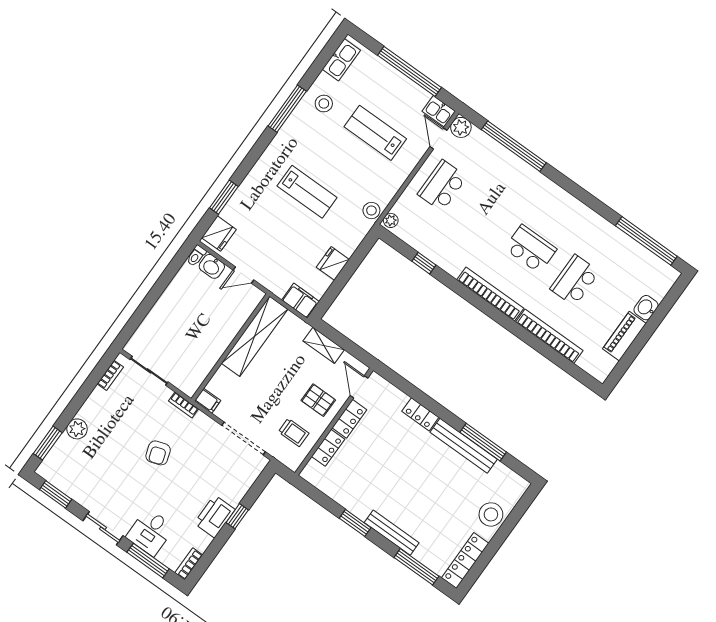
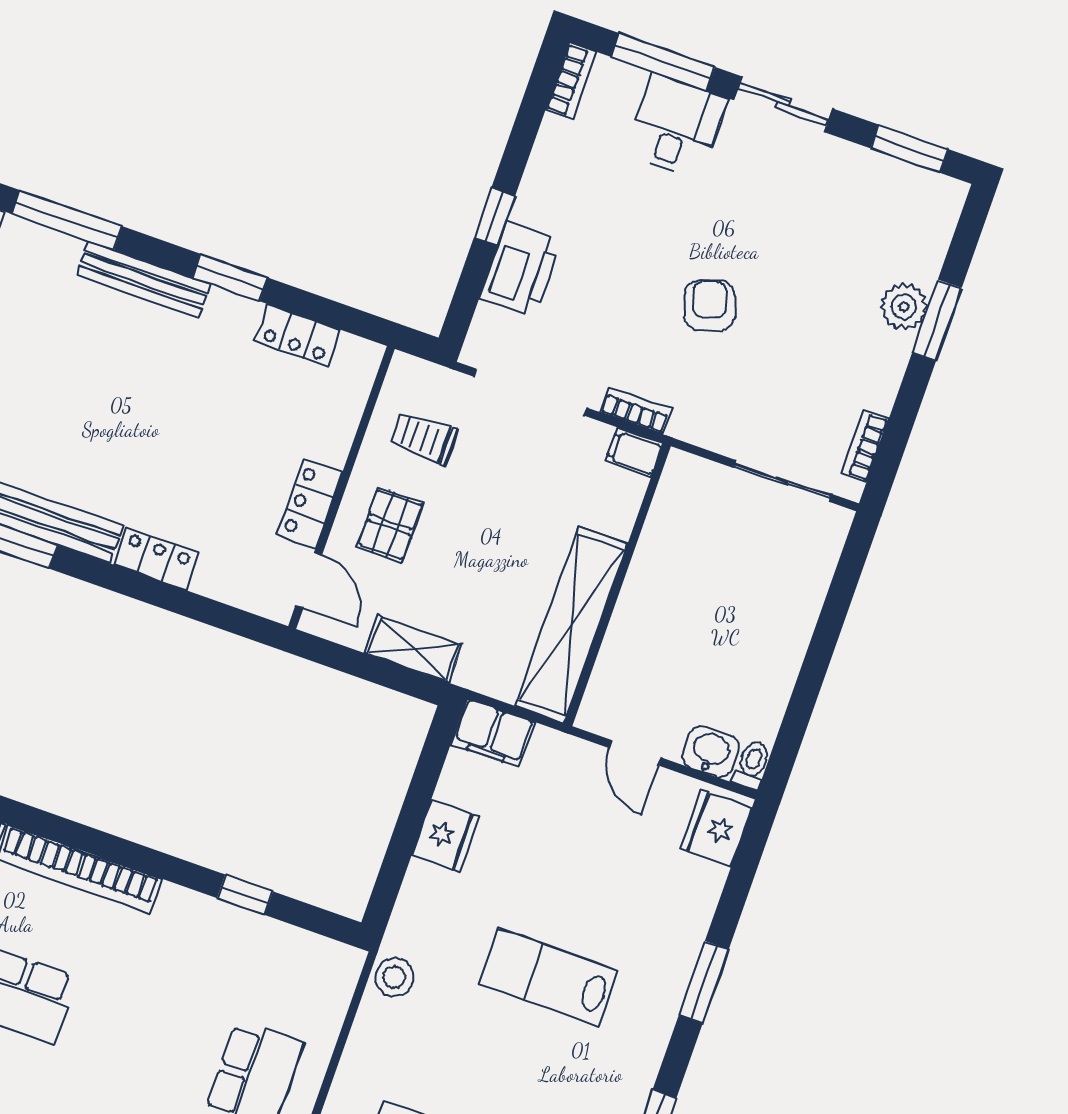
window: (224, 197) -> (704, 982), moved
plant: (391, 220) -> (346, 968), removed
door: (243, 275) -> (635, 753), swing flipped
pallet: (318, 400) -> (390, 525), turned 90
bookcase: (183, 405) -> (636, 411), moved
window: (48, 443) -> (937, 320), moved
locker: (328, 448) -> (297, 335), moved, turned -90
printer: (215, 516) -> (521, 269), moved

